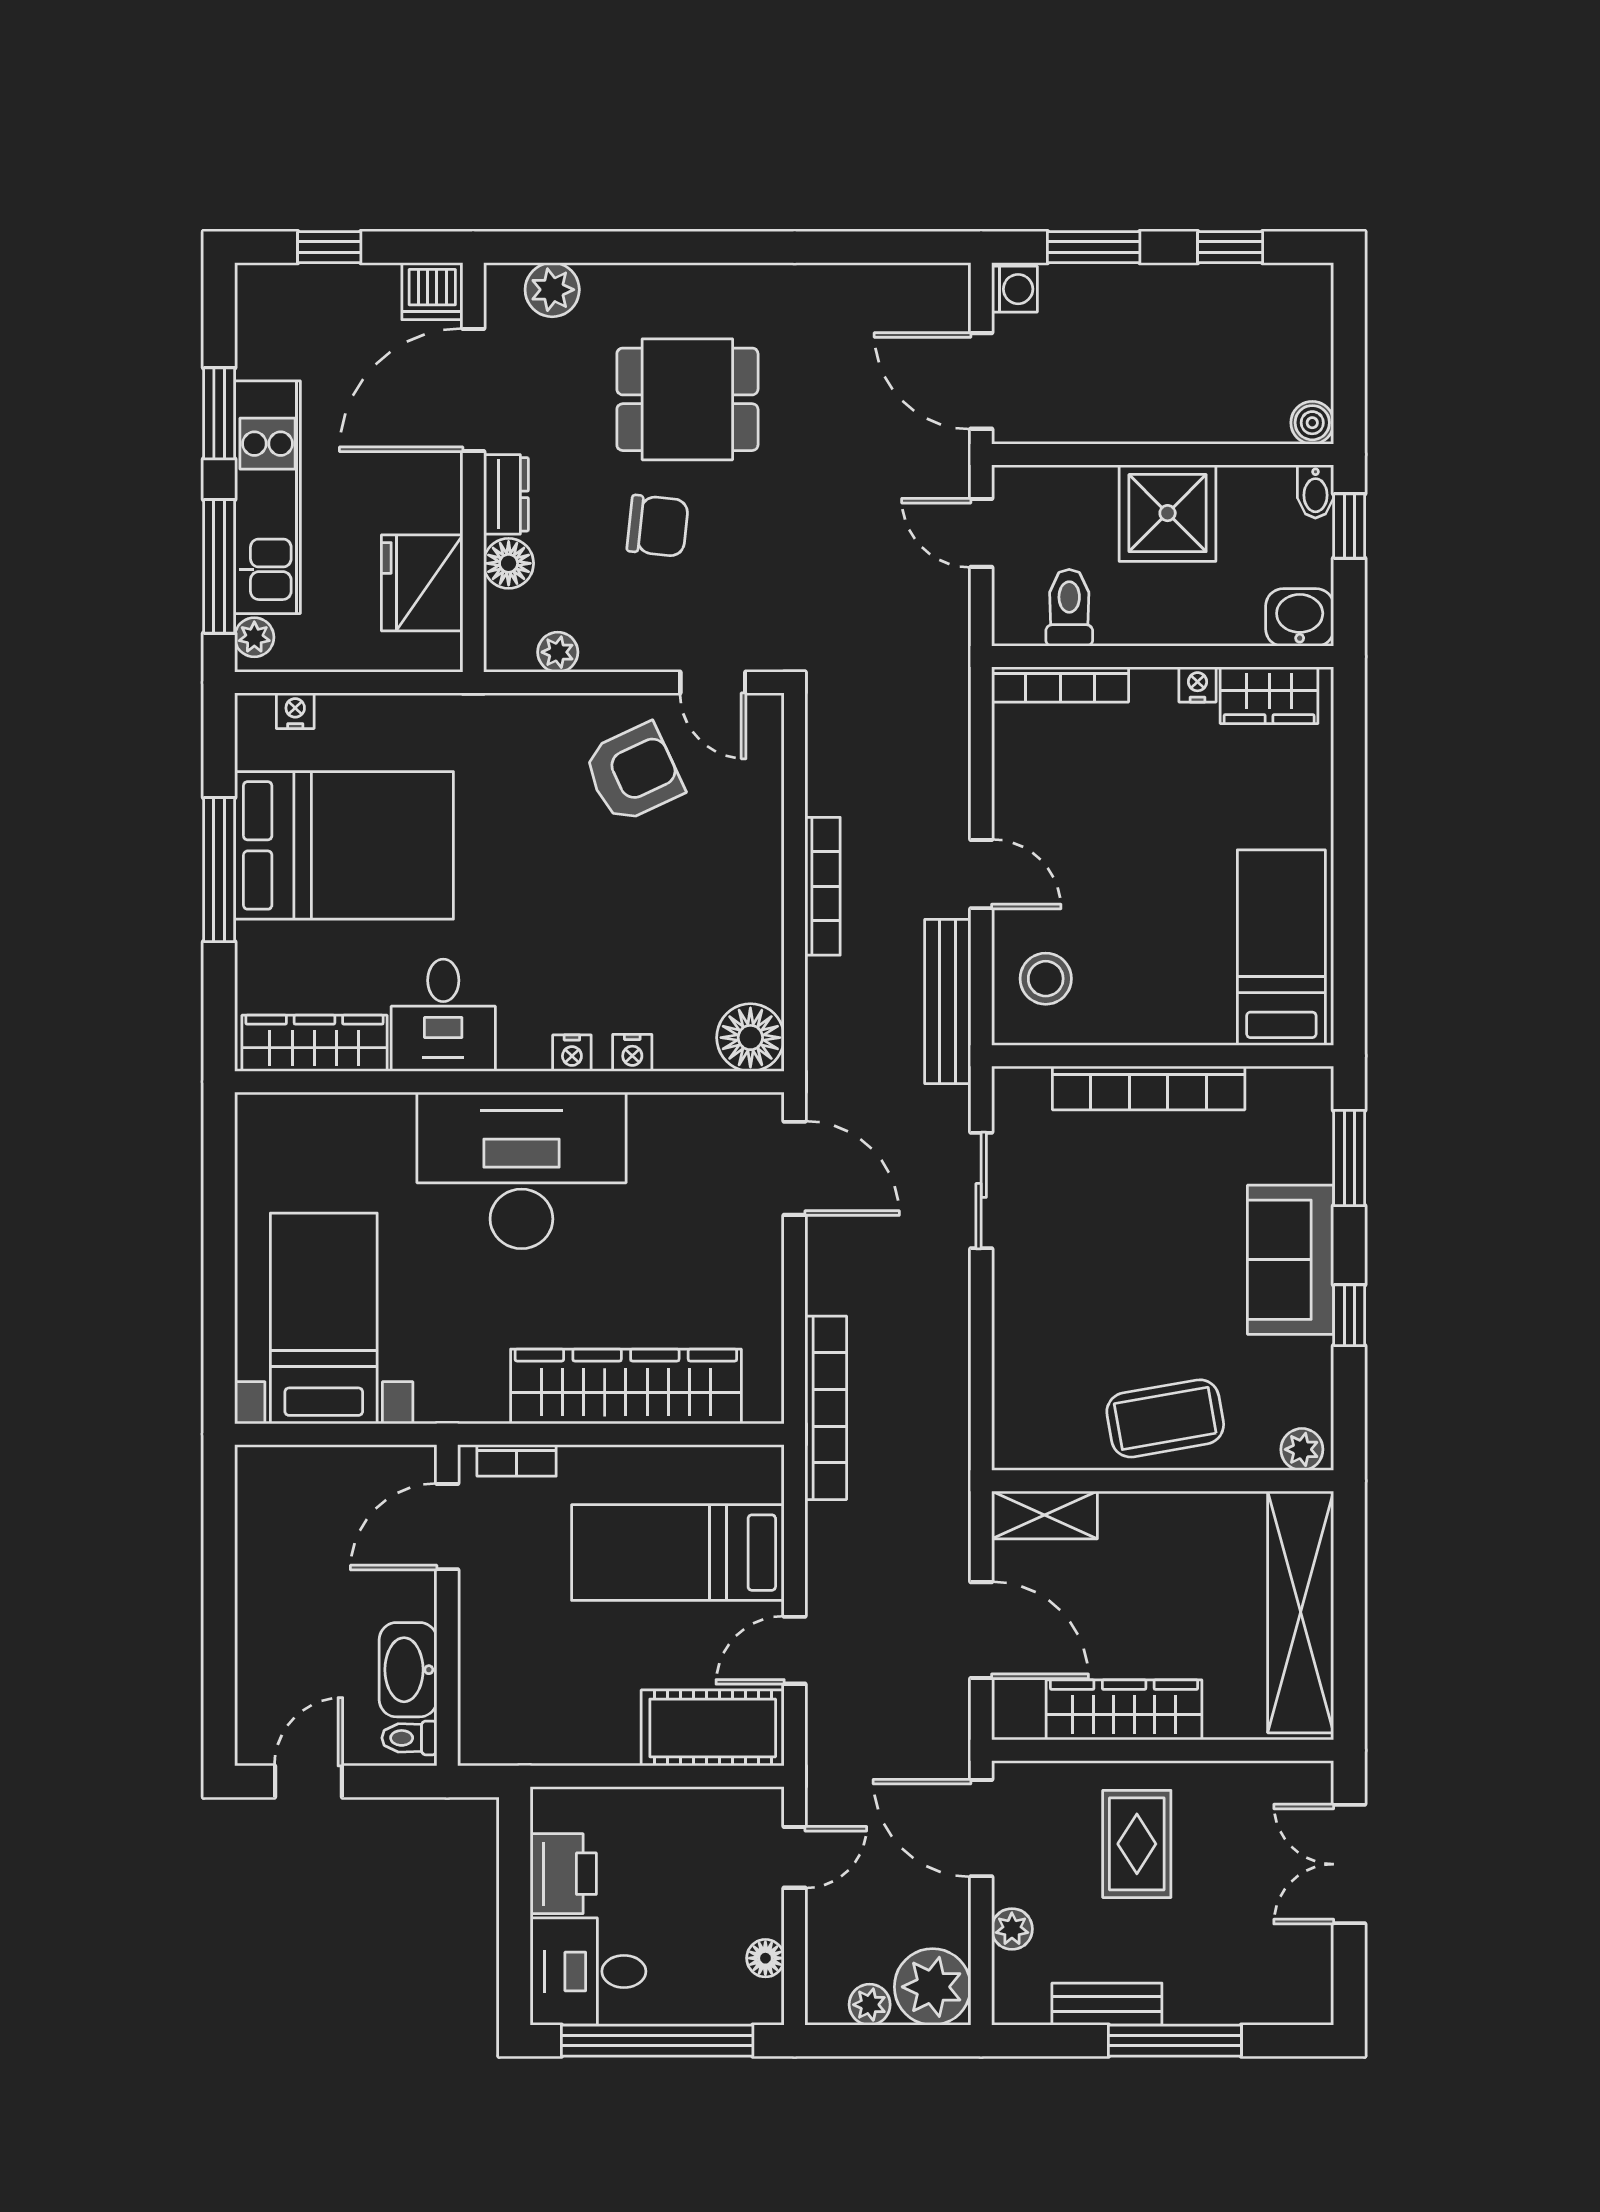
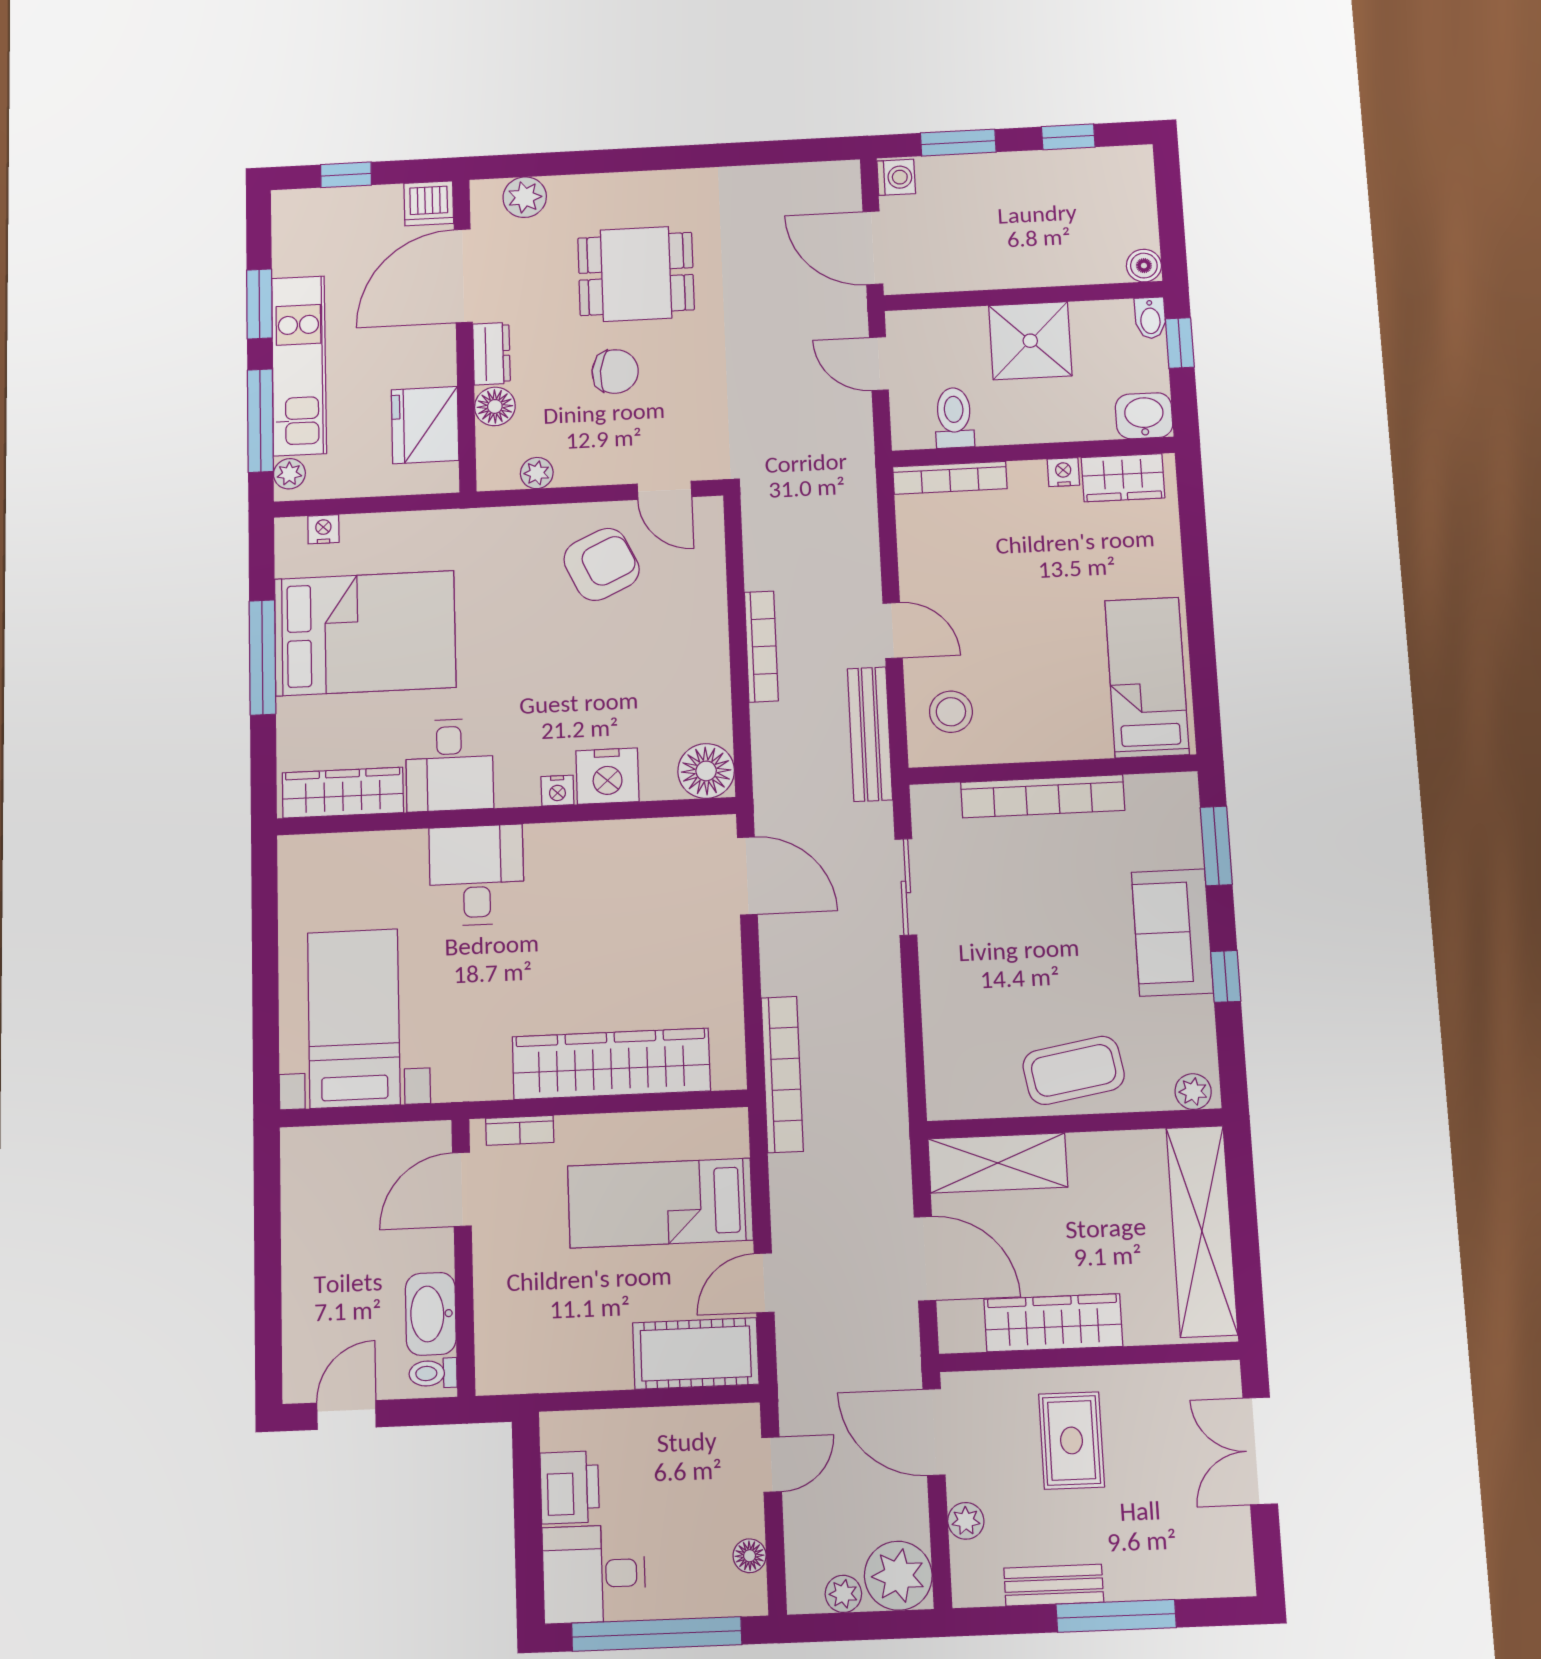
nightstand: (632, 1053) -> (607, 776), width x1.89, depth x1.79
desk: (521, 1170) -> (477, 875), width x0.53, depth x0.77
shelving: (1044, 1515) -> (998, 1163), width x1.50, depth x1.33

